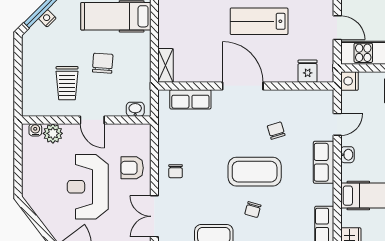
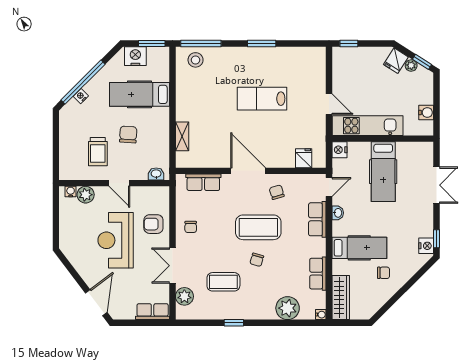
fridge: (308, 71) -> (304, 158), moved
door: (243, 86) -> (248, 171), moved
wall: (246, 86) -> (251, 171), moved
row of seats: (190, 99) -> (203, 182), moved

